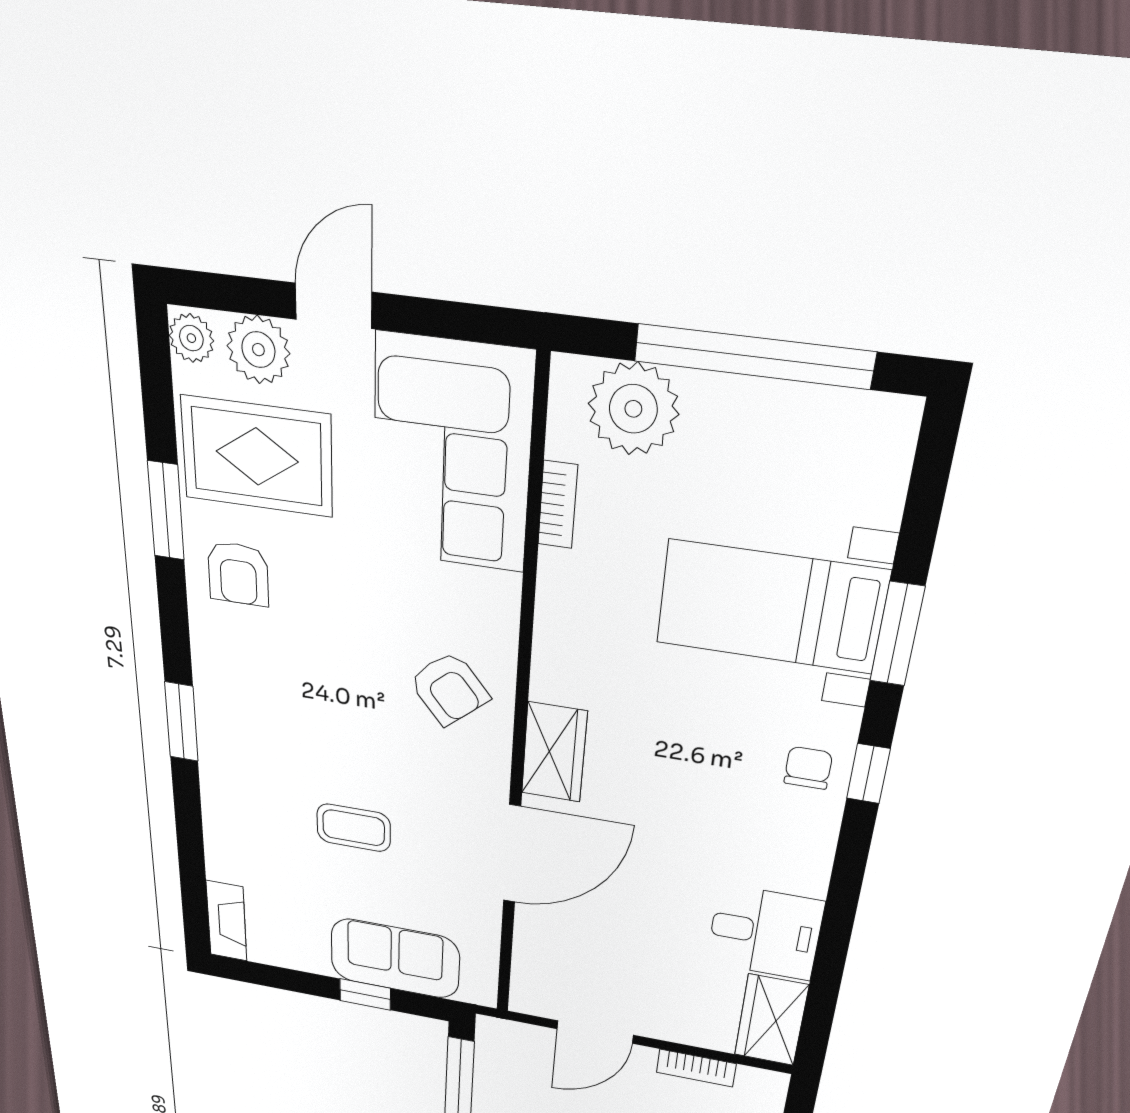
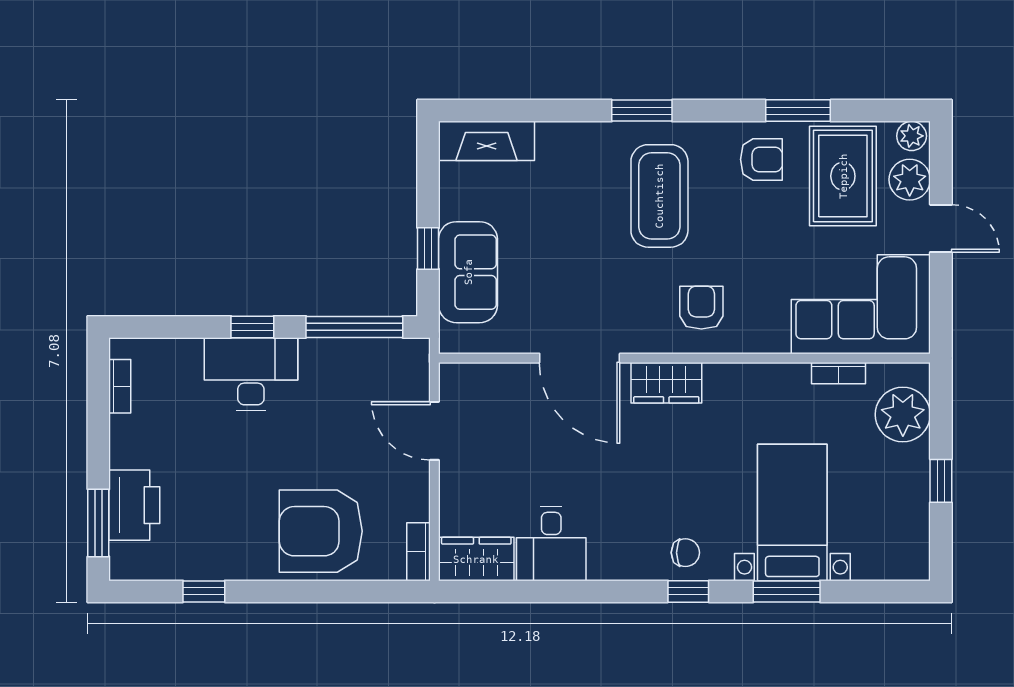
window: (754, 356) -> (941, 481), width x0.32
armchair: (238, 574) -> (761, 159), turned 180
armchair: (449, 689) -> (701, 308), turned 130
coffee table: (354, 828) -> (659, 196), moved, width x1.86, depth x1.72
fireplace: (227, 921) -> (487, 141), width x1.37, depth x1.32
bookcase: (696, 1068) -> (419, 552), moved

